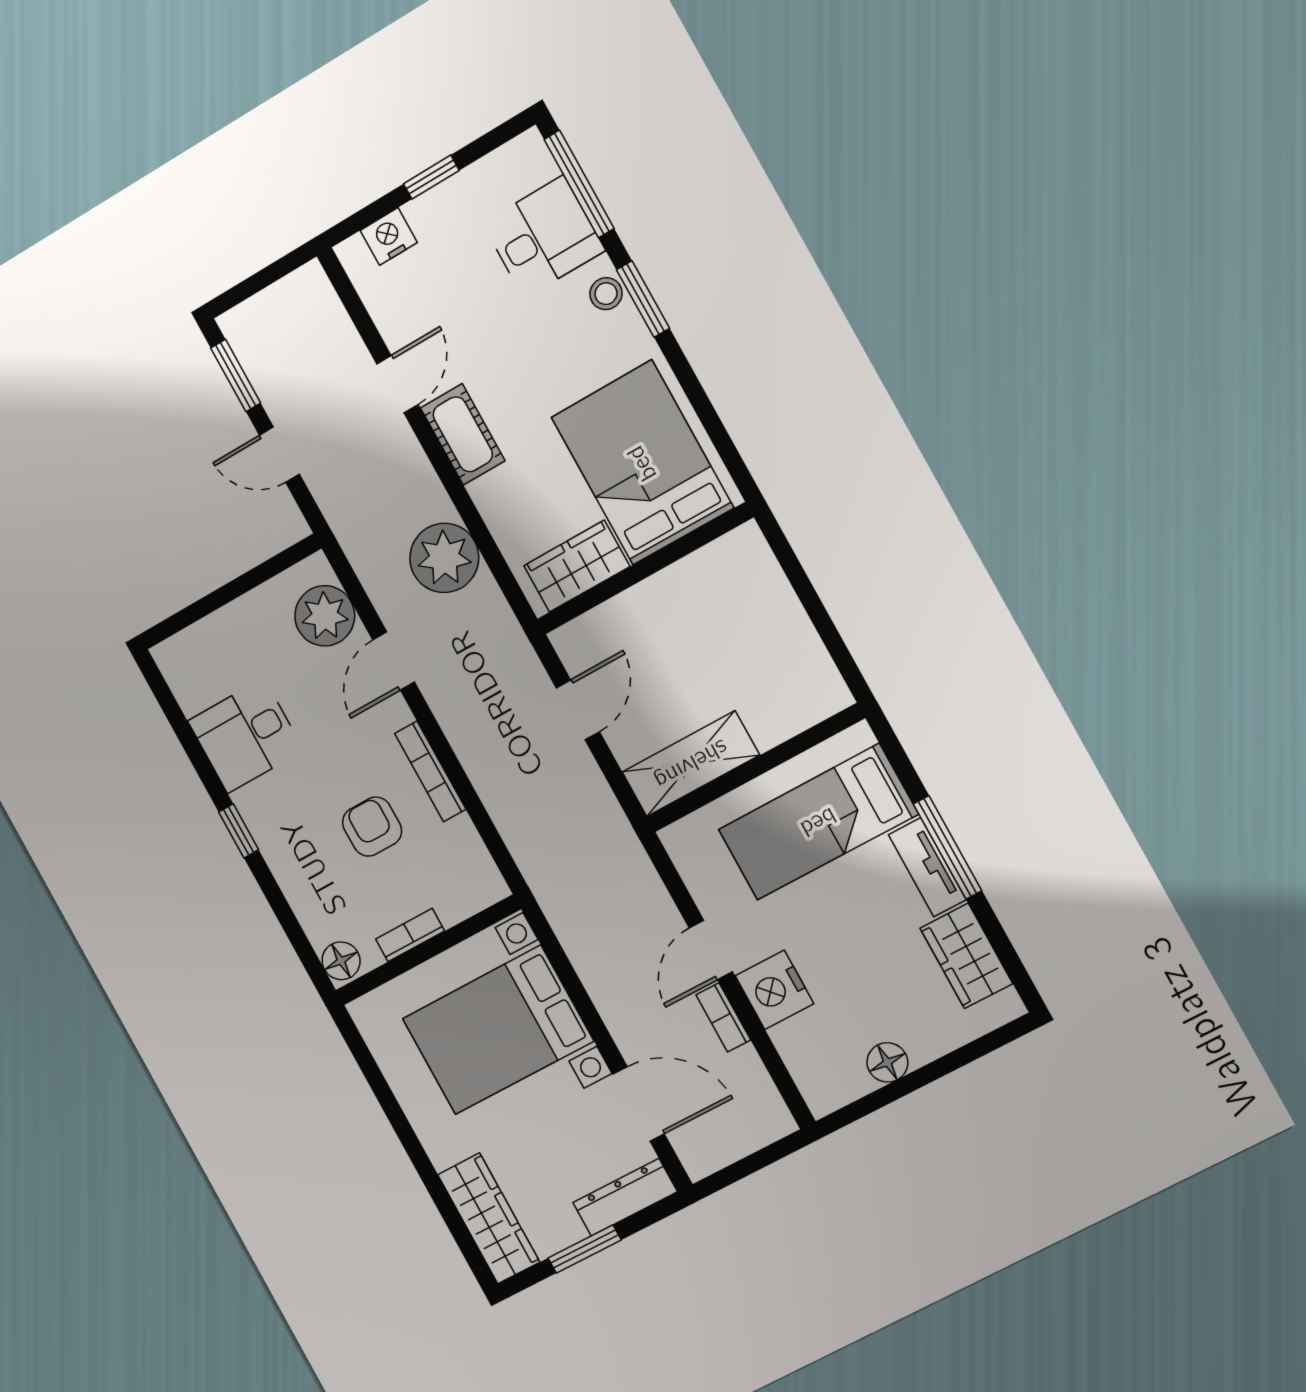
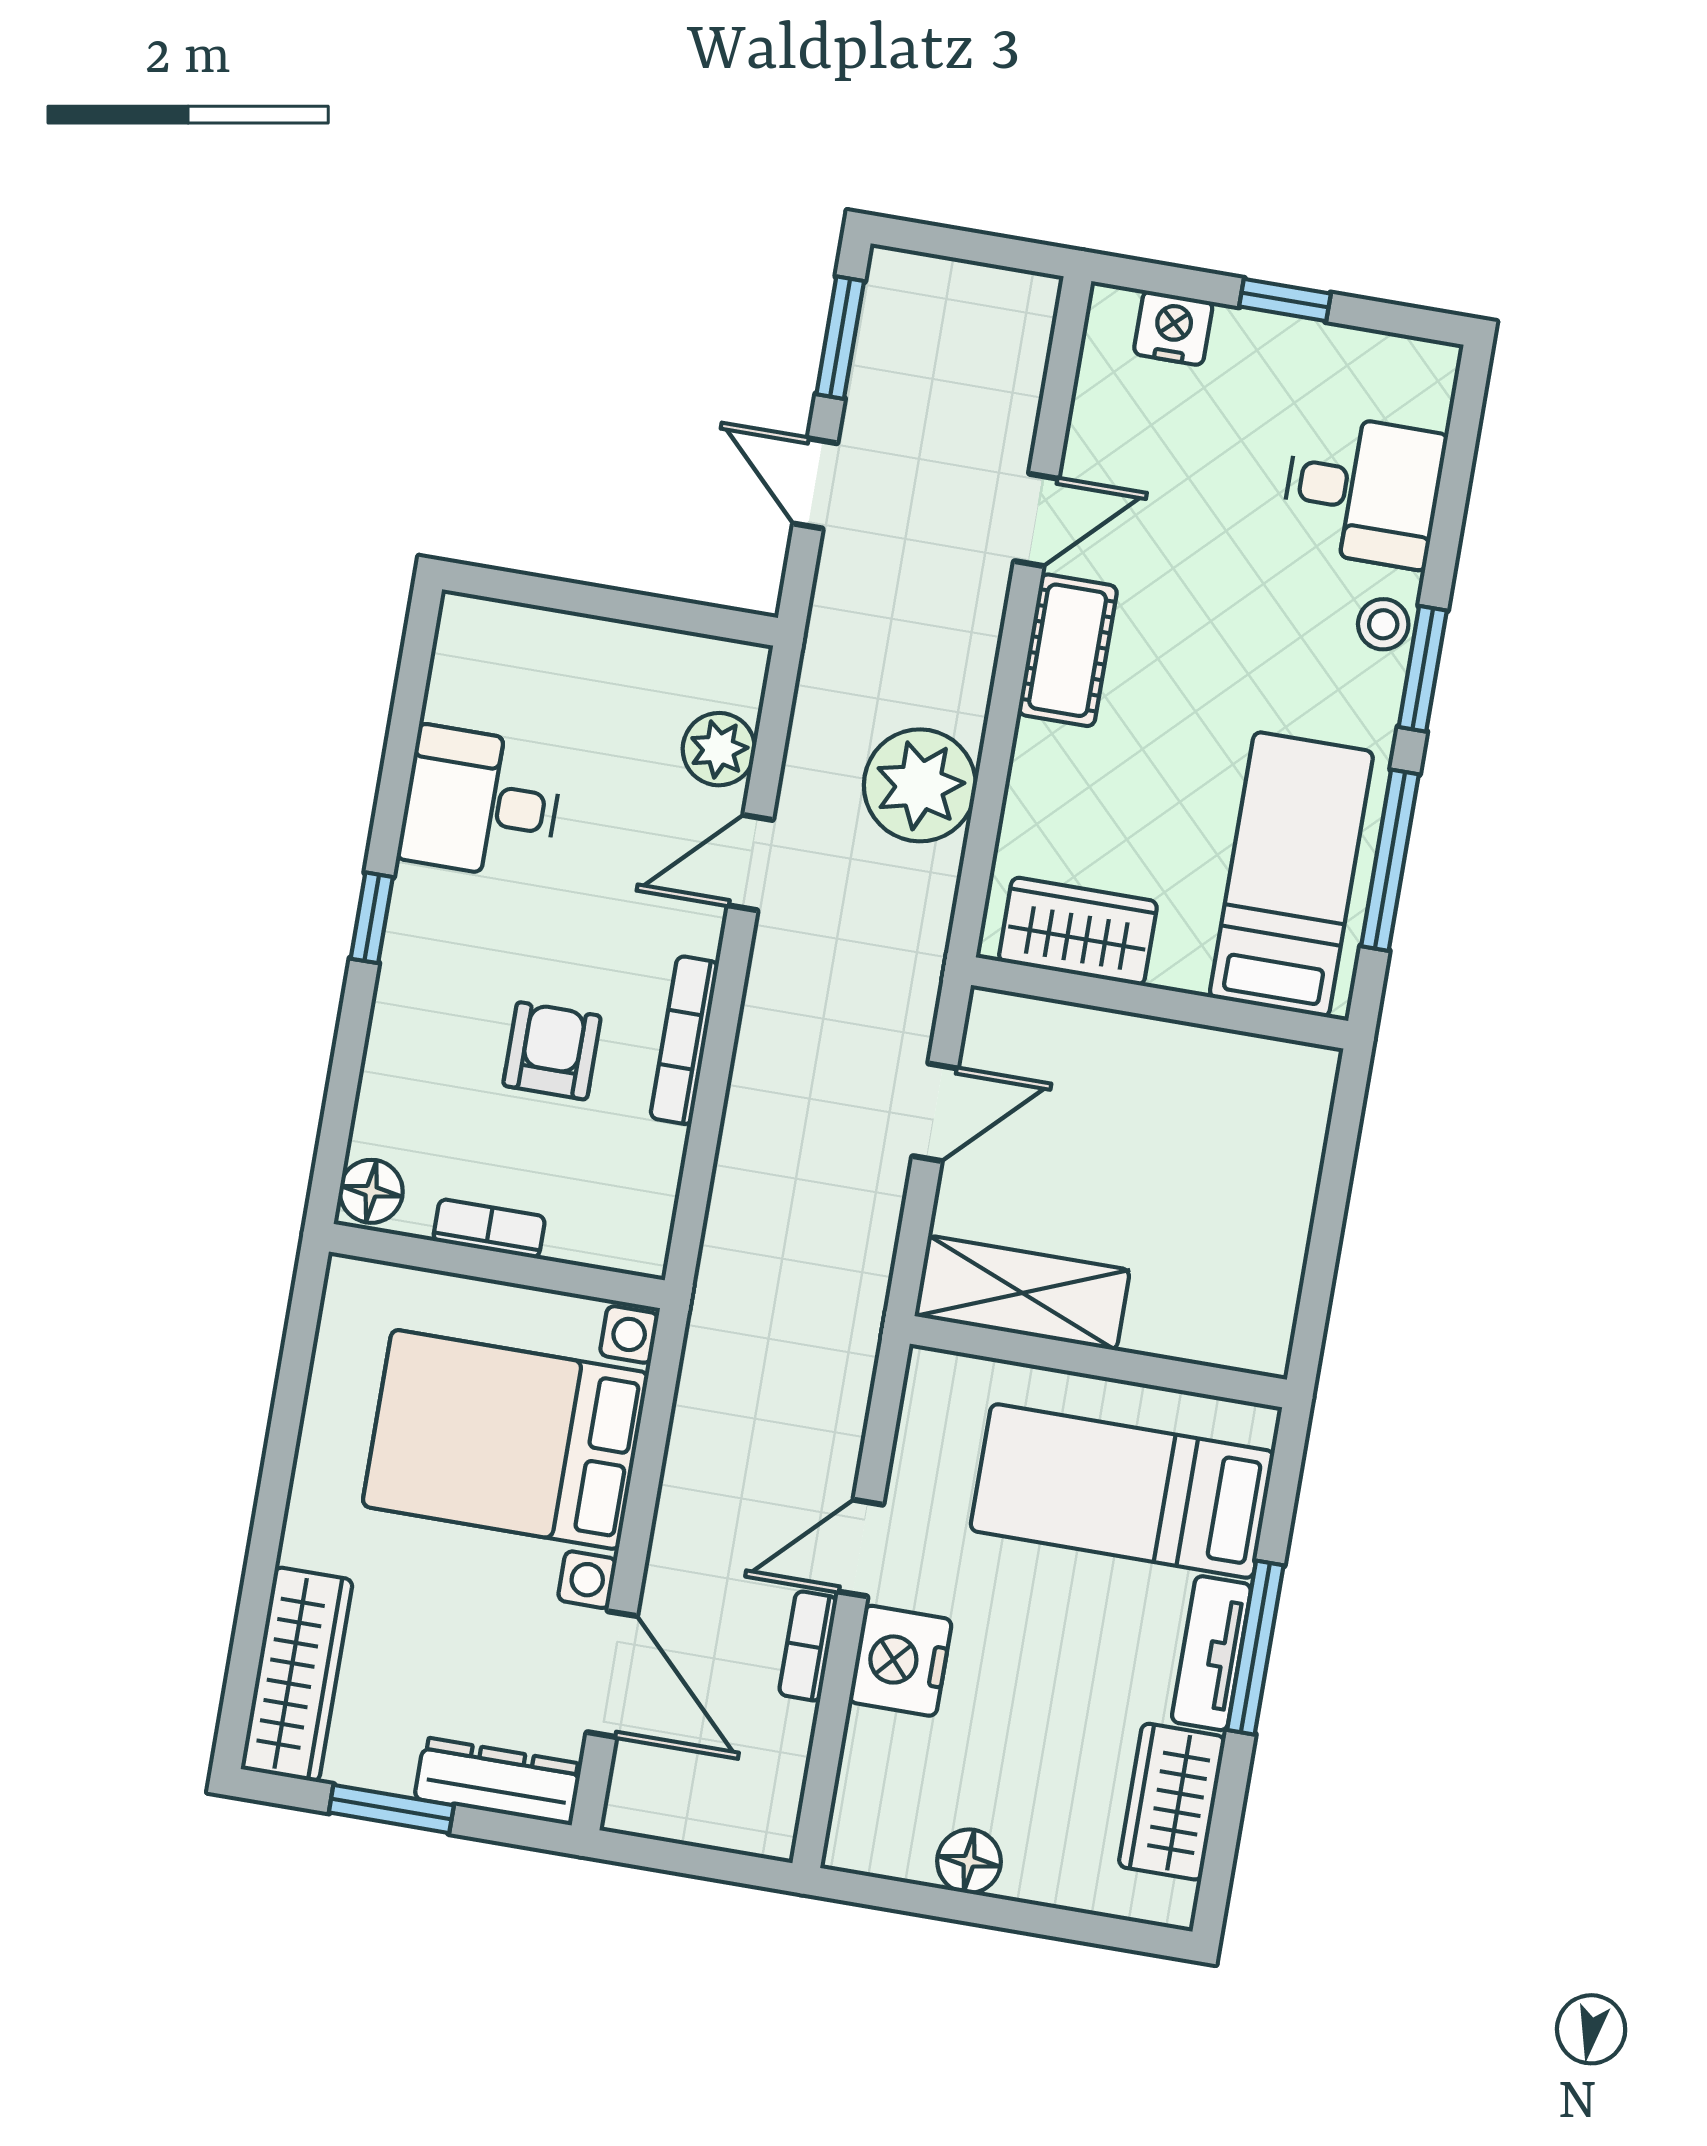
window: (579, 184) -> (1390, 860), moved
bed: (642, 463) -> (1291, 874), width x0.67
plant: (325, 616) -> (719, 749), width x0.73, depth x0.73

